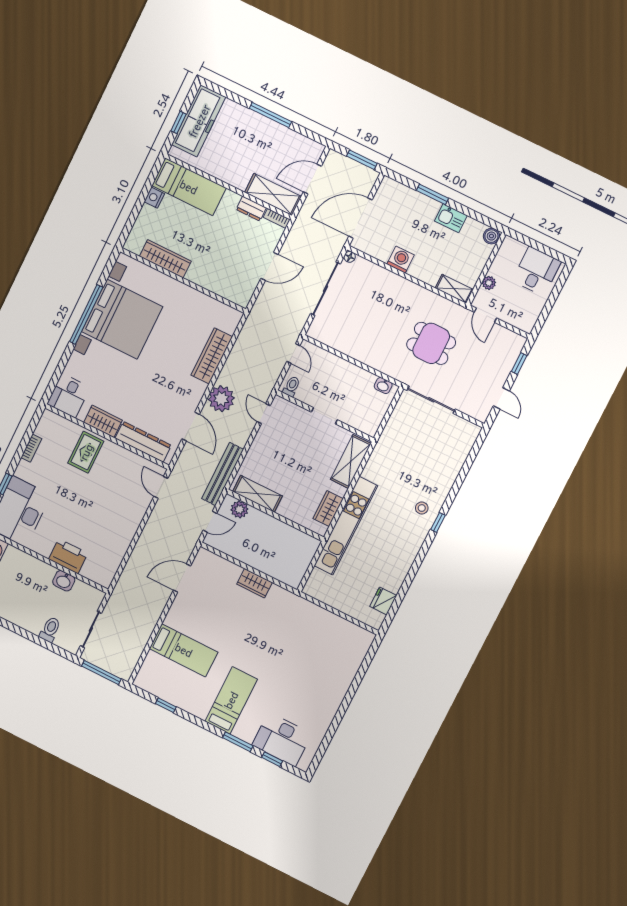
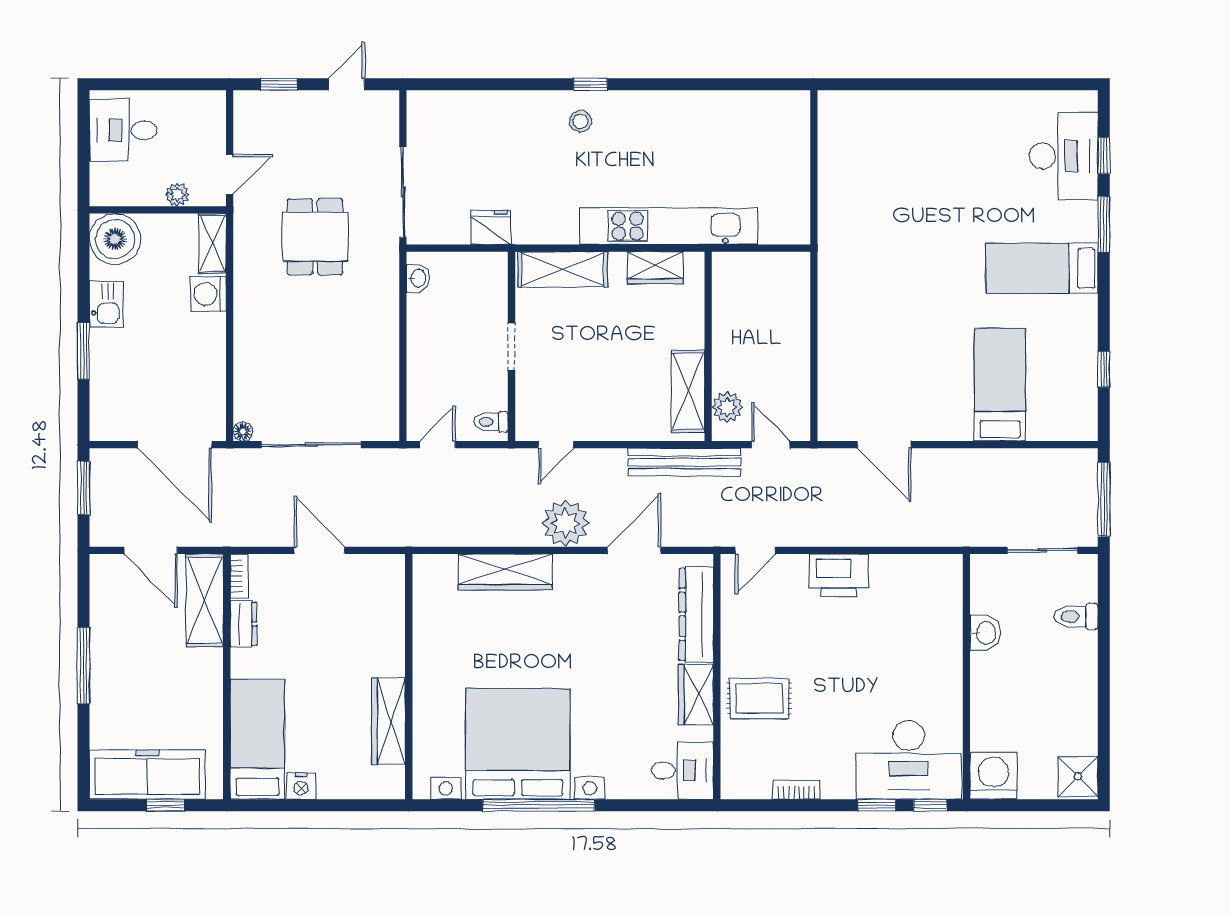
boiler: (491, 236) -> (115, 239), width x1.86, depth x1.86
washing machine: (400, 260) -> (208, 294), moved
printer: (68, 556) -> (839, 575), moved, turned -90
wardrobe: (255, 583) -> (833, 325), removed
fridge: (383, 601) -> (491, 228), moved, turned 180

